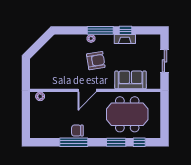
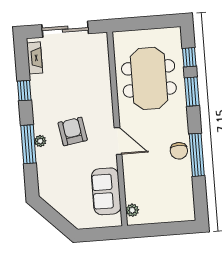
window: (100, 30) -> (28, 144), moved
fireplace: (125, 39) -> (35, 58), moved
sliding door: (164, 61) -> (65, 29), width x1.37
sofa: (131, 80) -> (106, 191), moved

